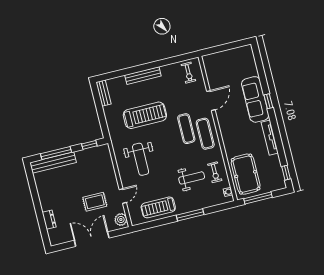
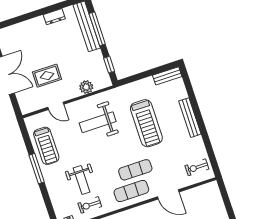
rug: (95, 202) -> (47, 76), turned 90
treadmill: (158, 207) -> (46, 146), turned 180
window: (190, 215) -> (37, 169), moved
plant: (121, 219) -> (86, 87), moved
dresser: (49, 220) -> (54, 17), moved

